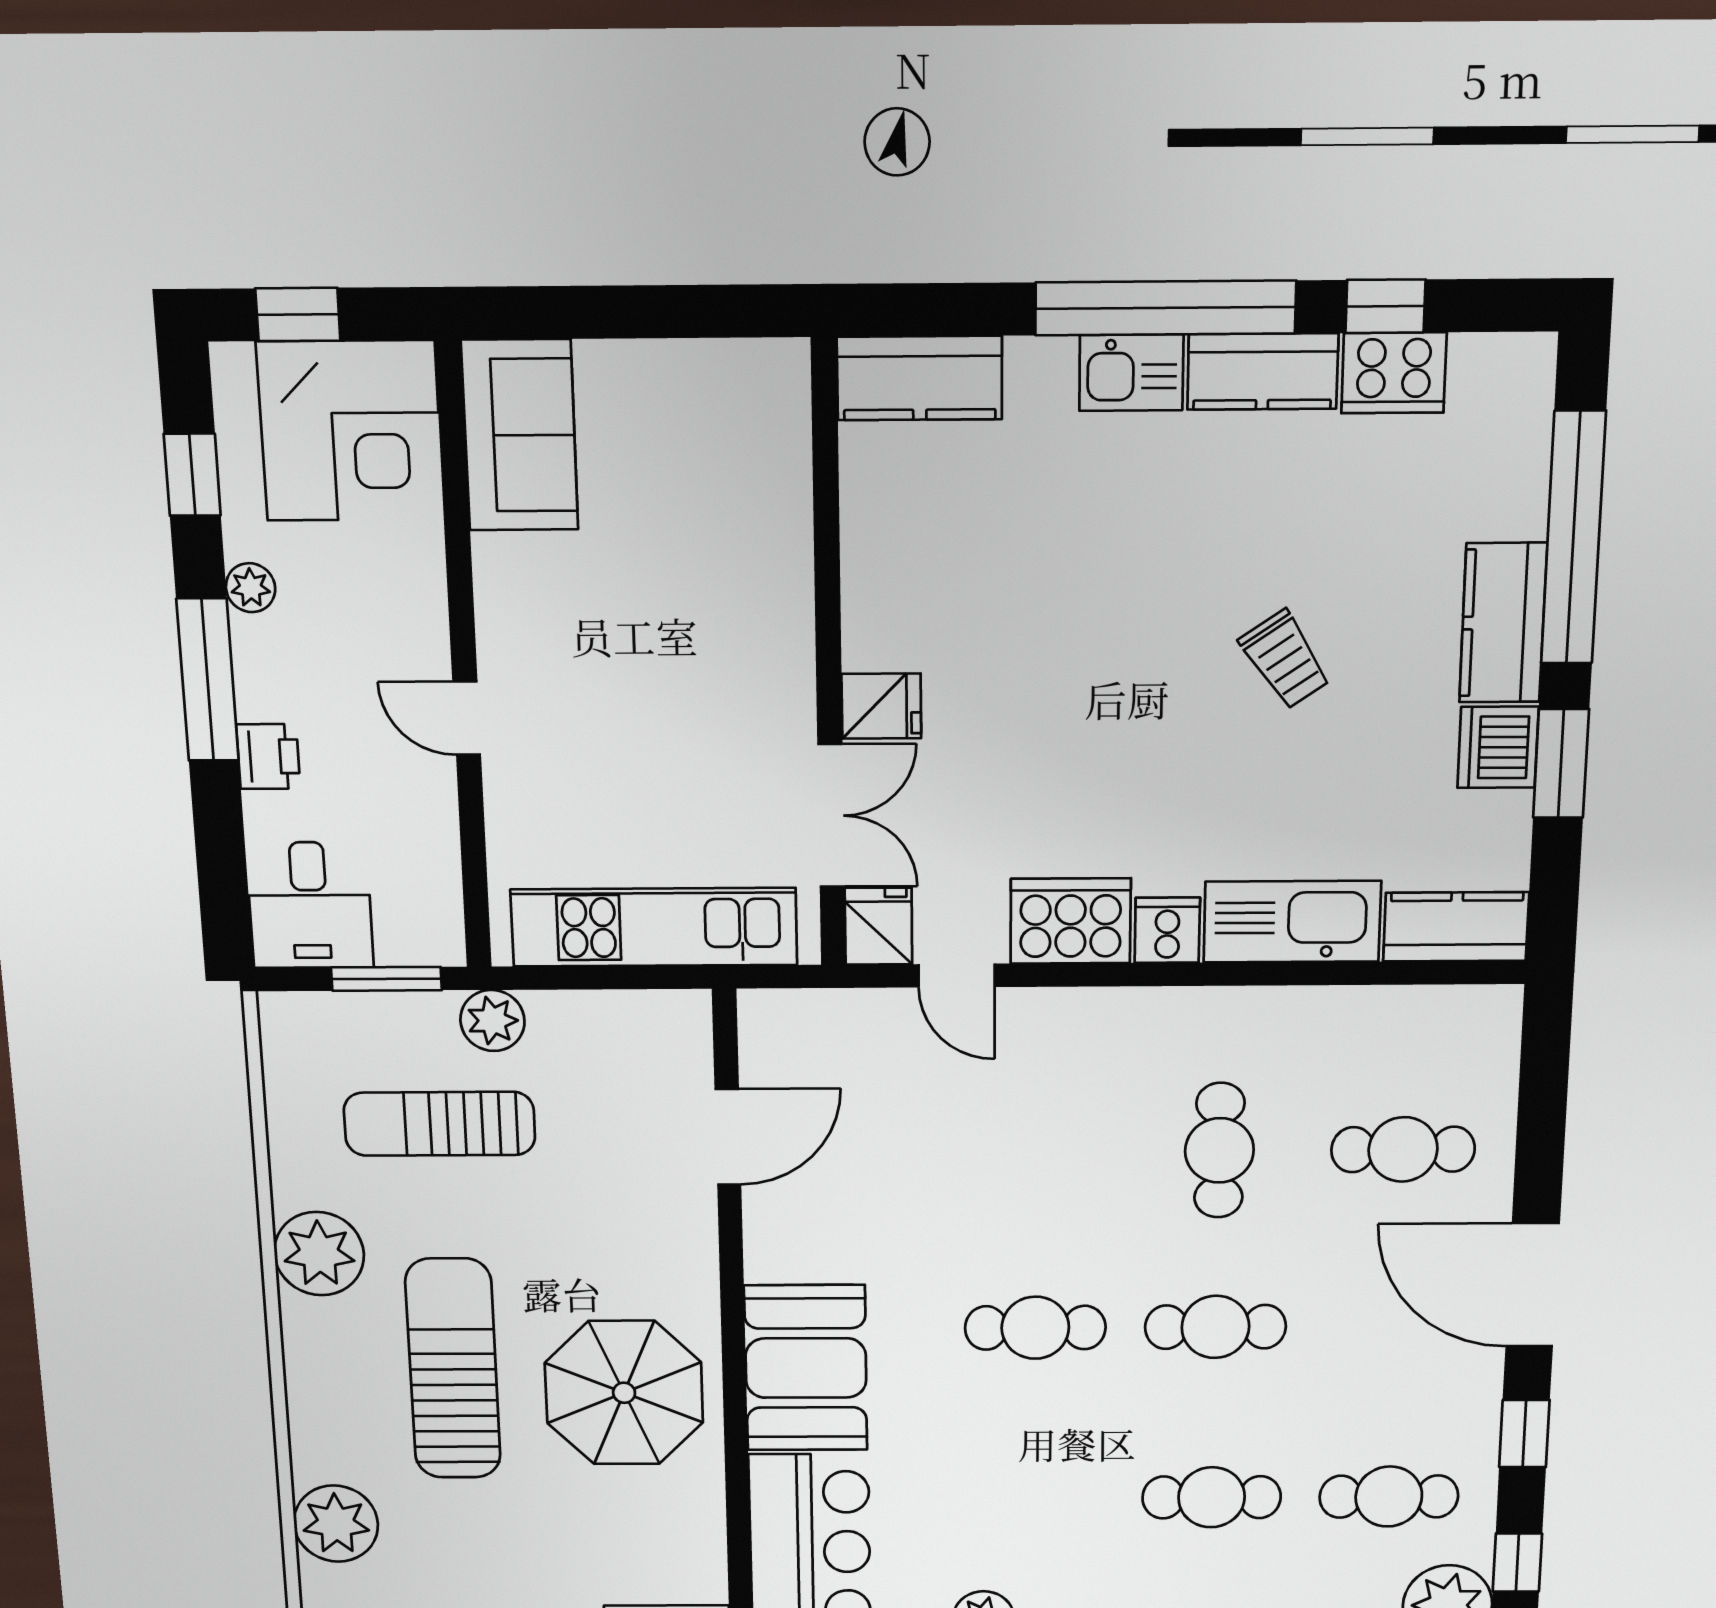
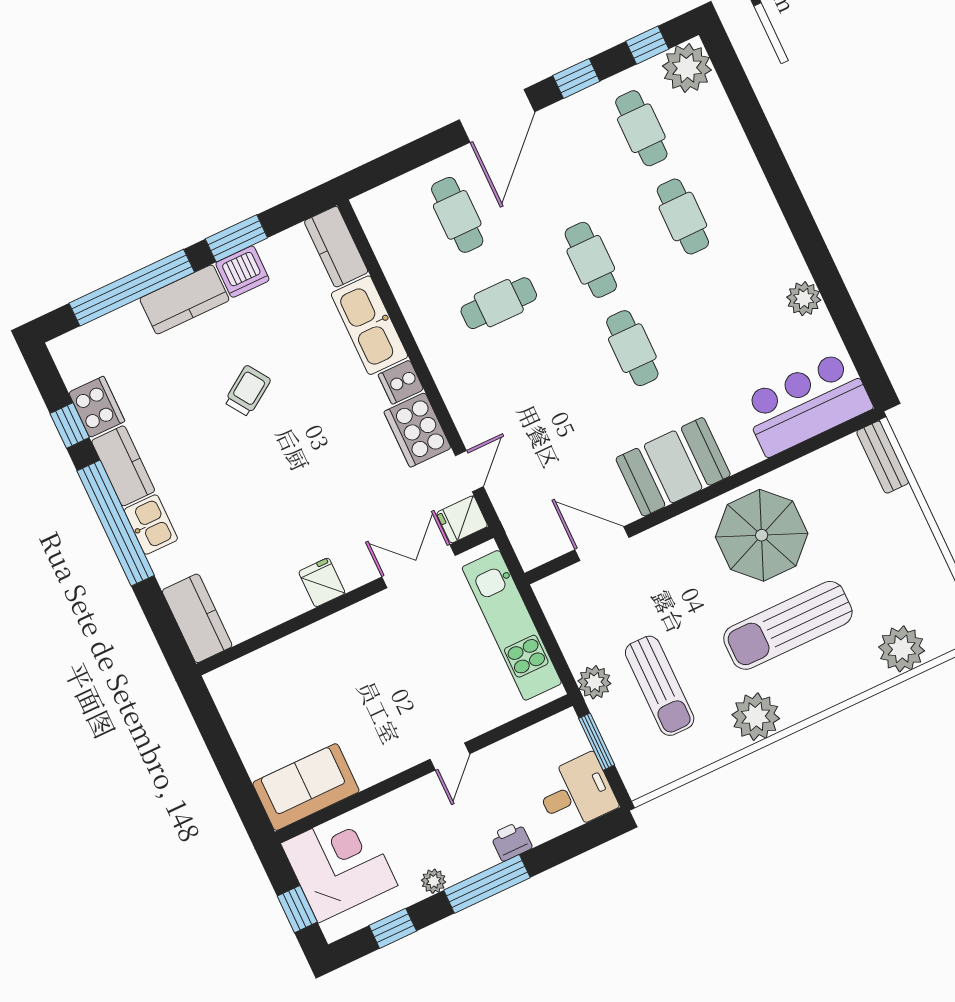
fridge: (881, 706) -> (322, 582), moved
booth: (806, 1368) -> (673, 467), moved

